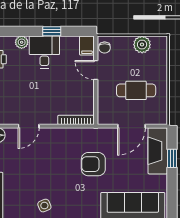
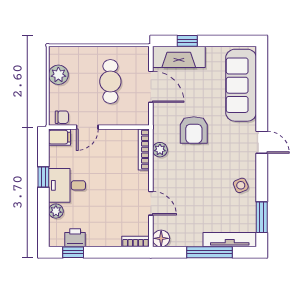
plant: (76, 134) -> (160, 150), added

